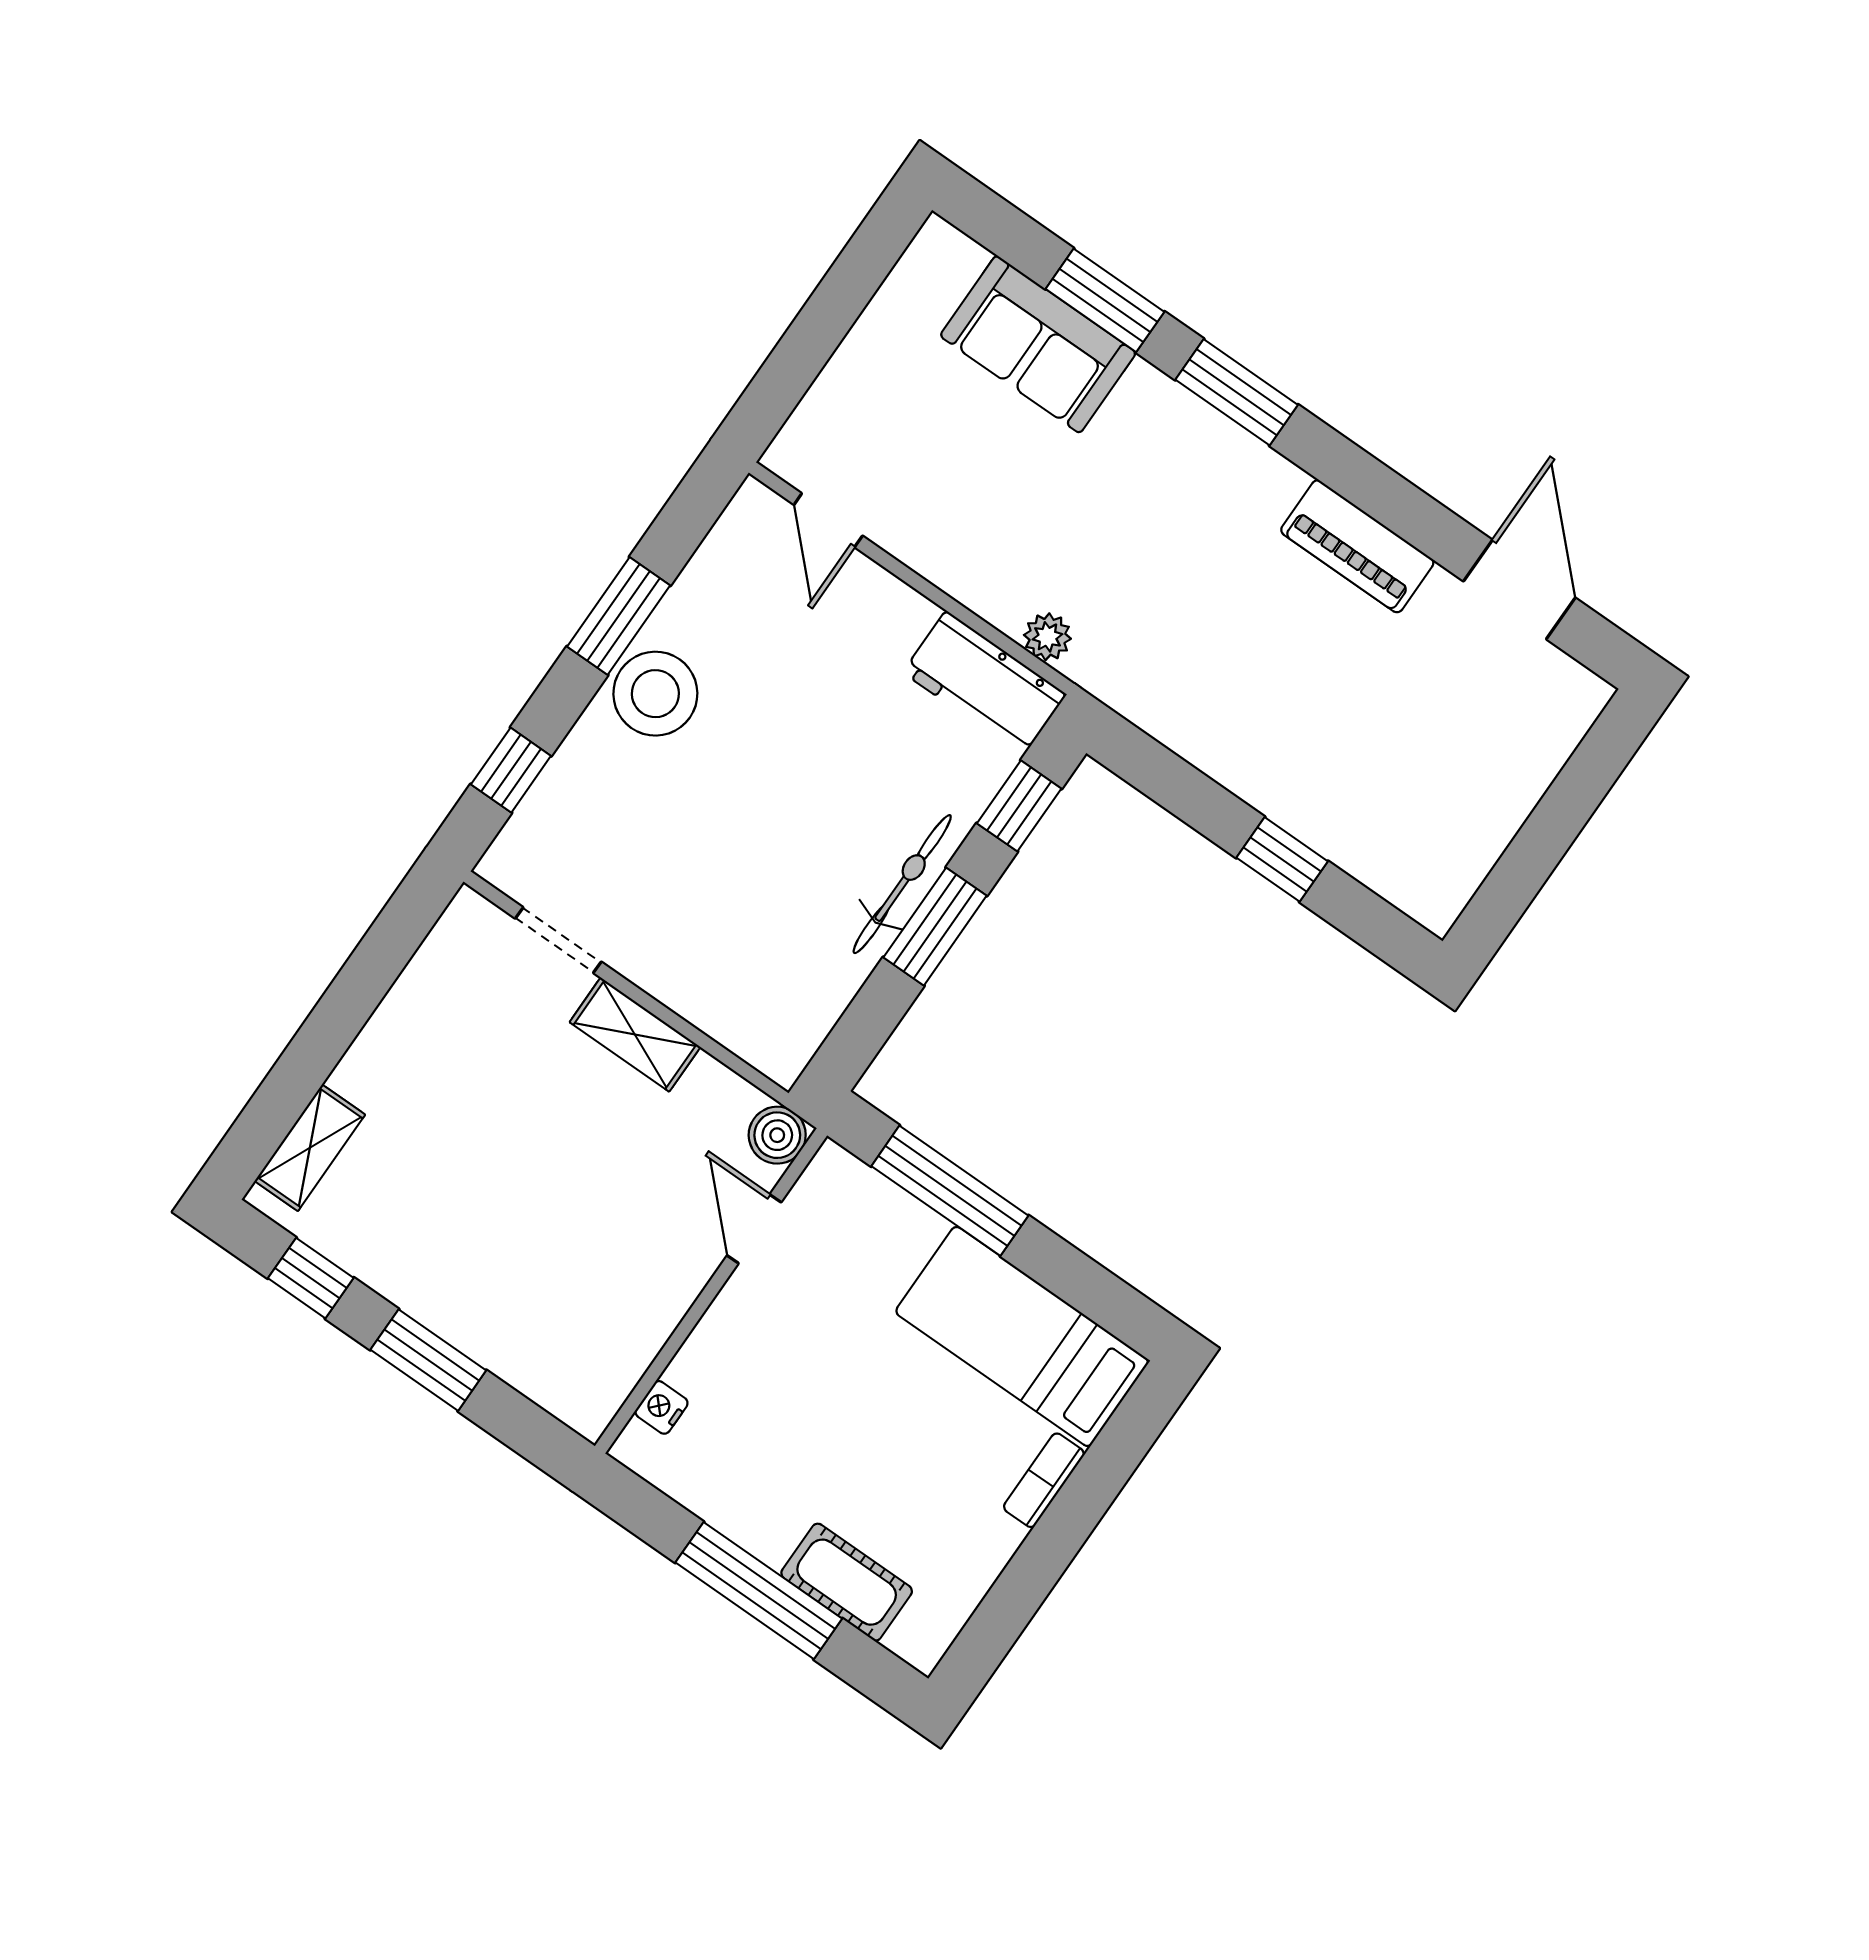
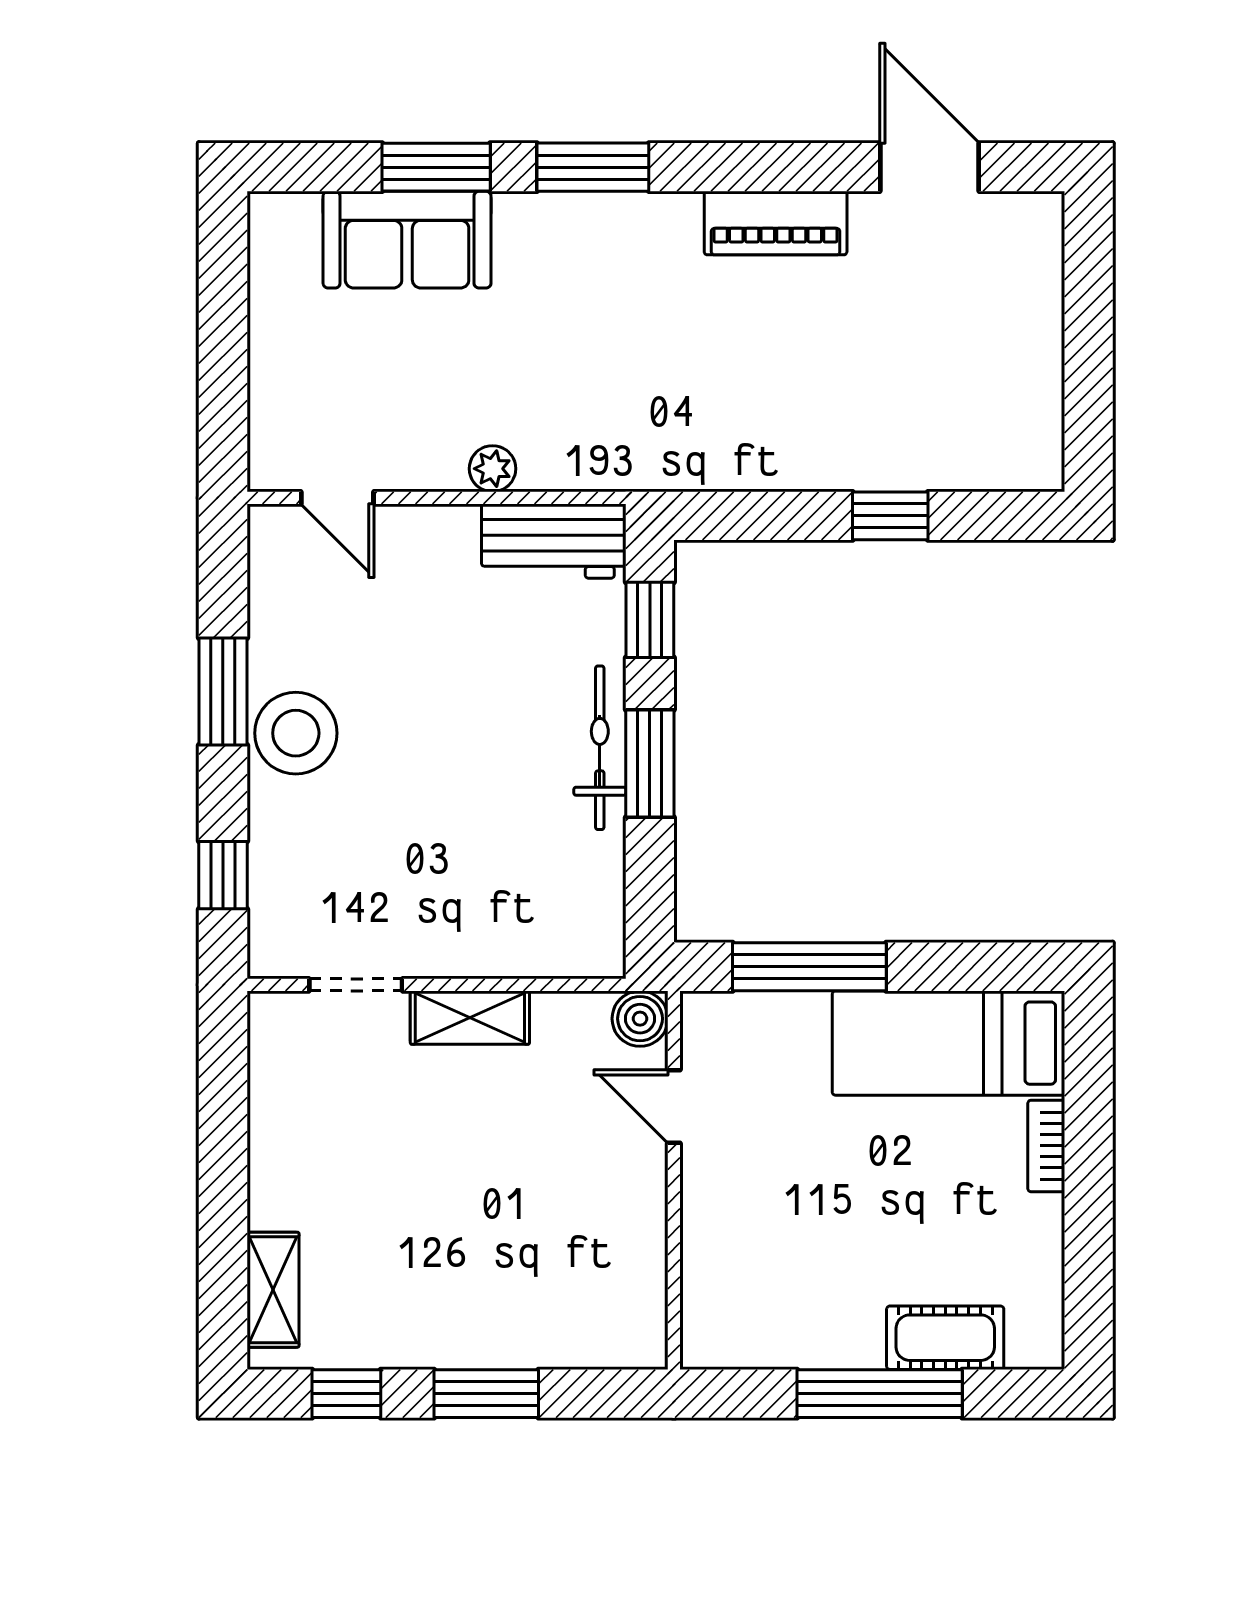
plant: (1047, 637) -> (493, 469), moved
nightstand: (661, 1407) -> (699, 1301), removed

